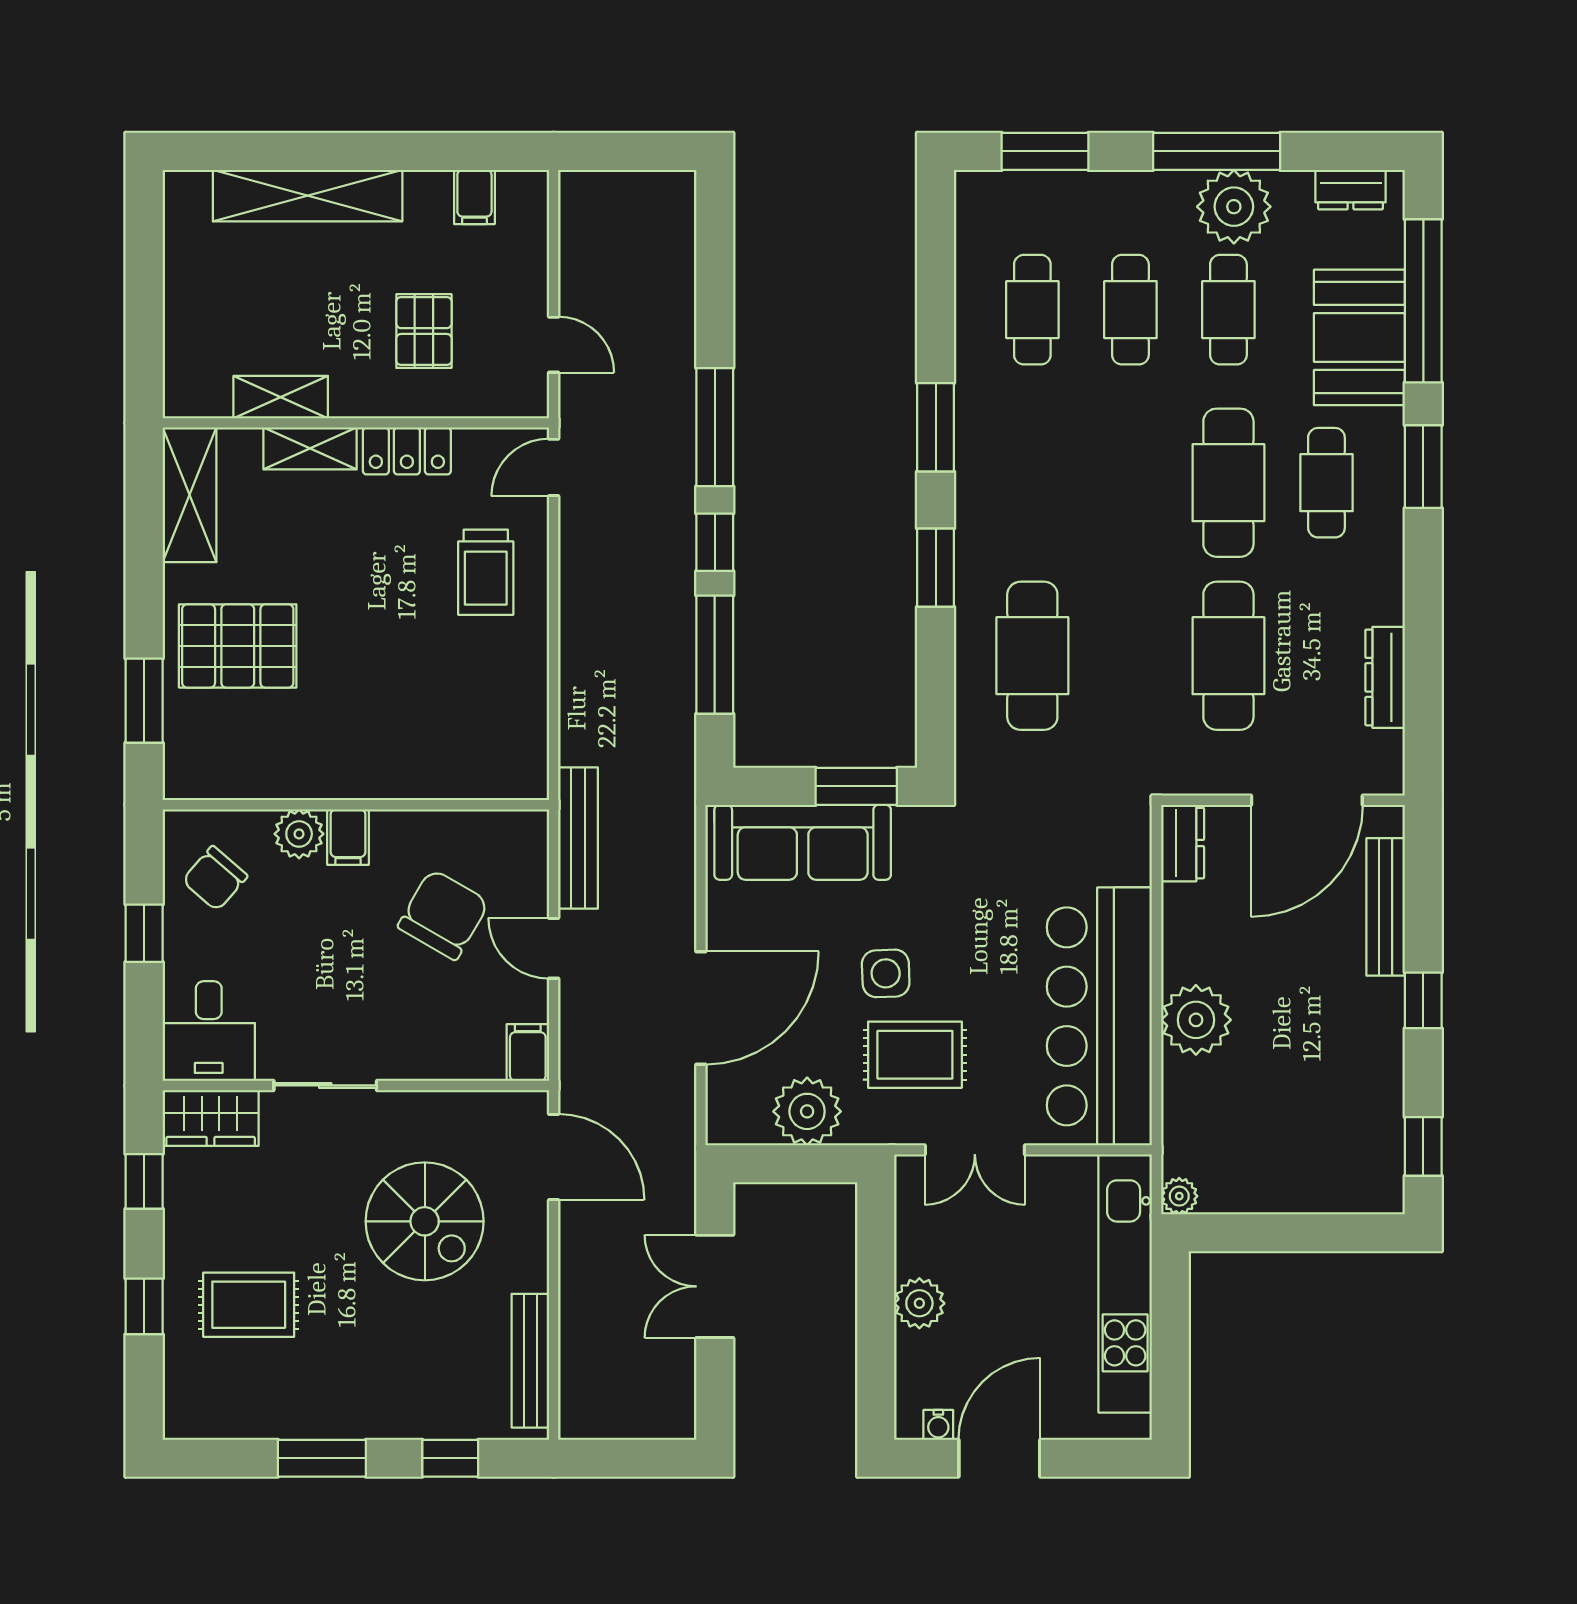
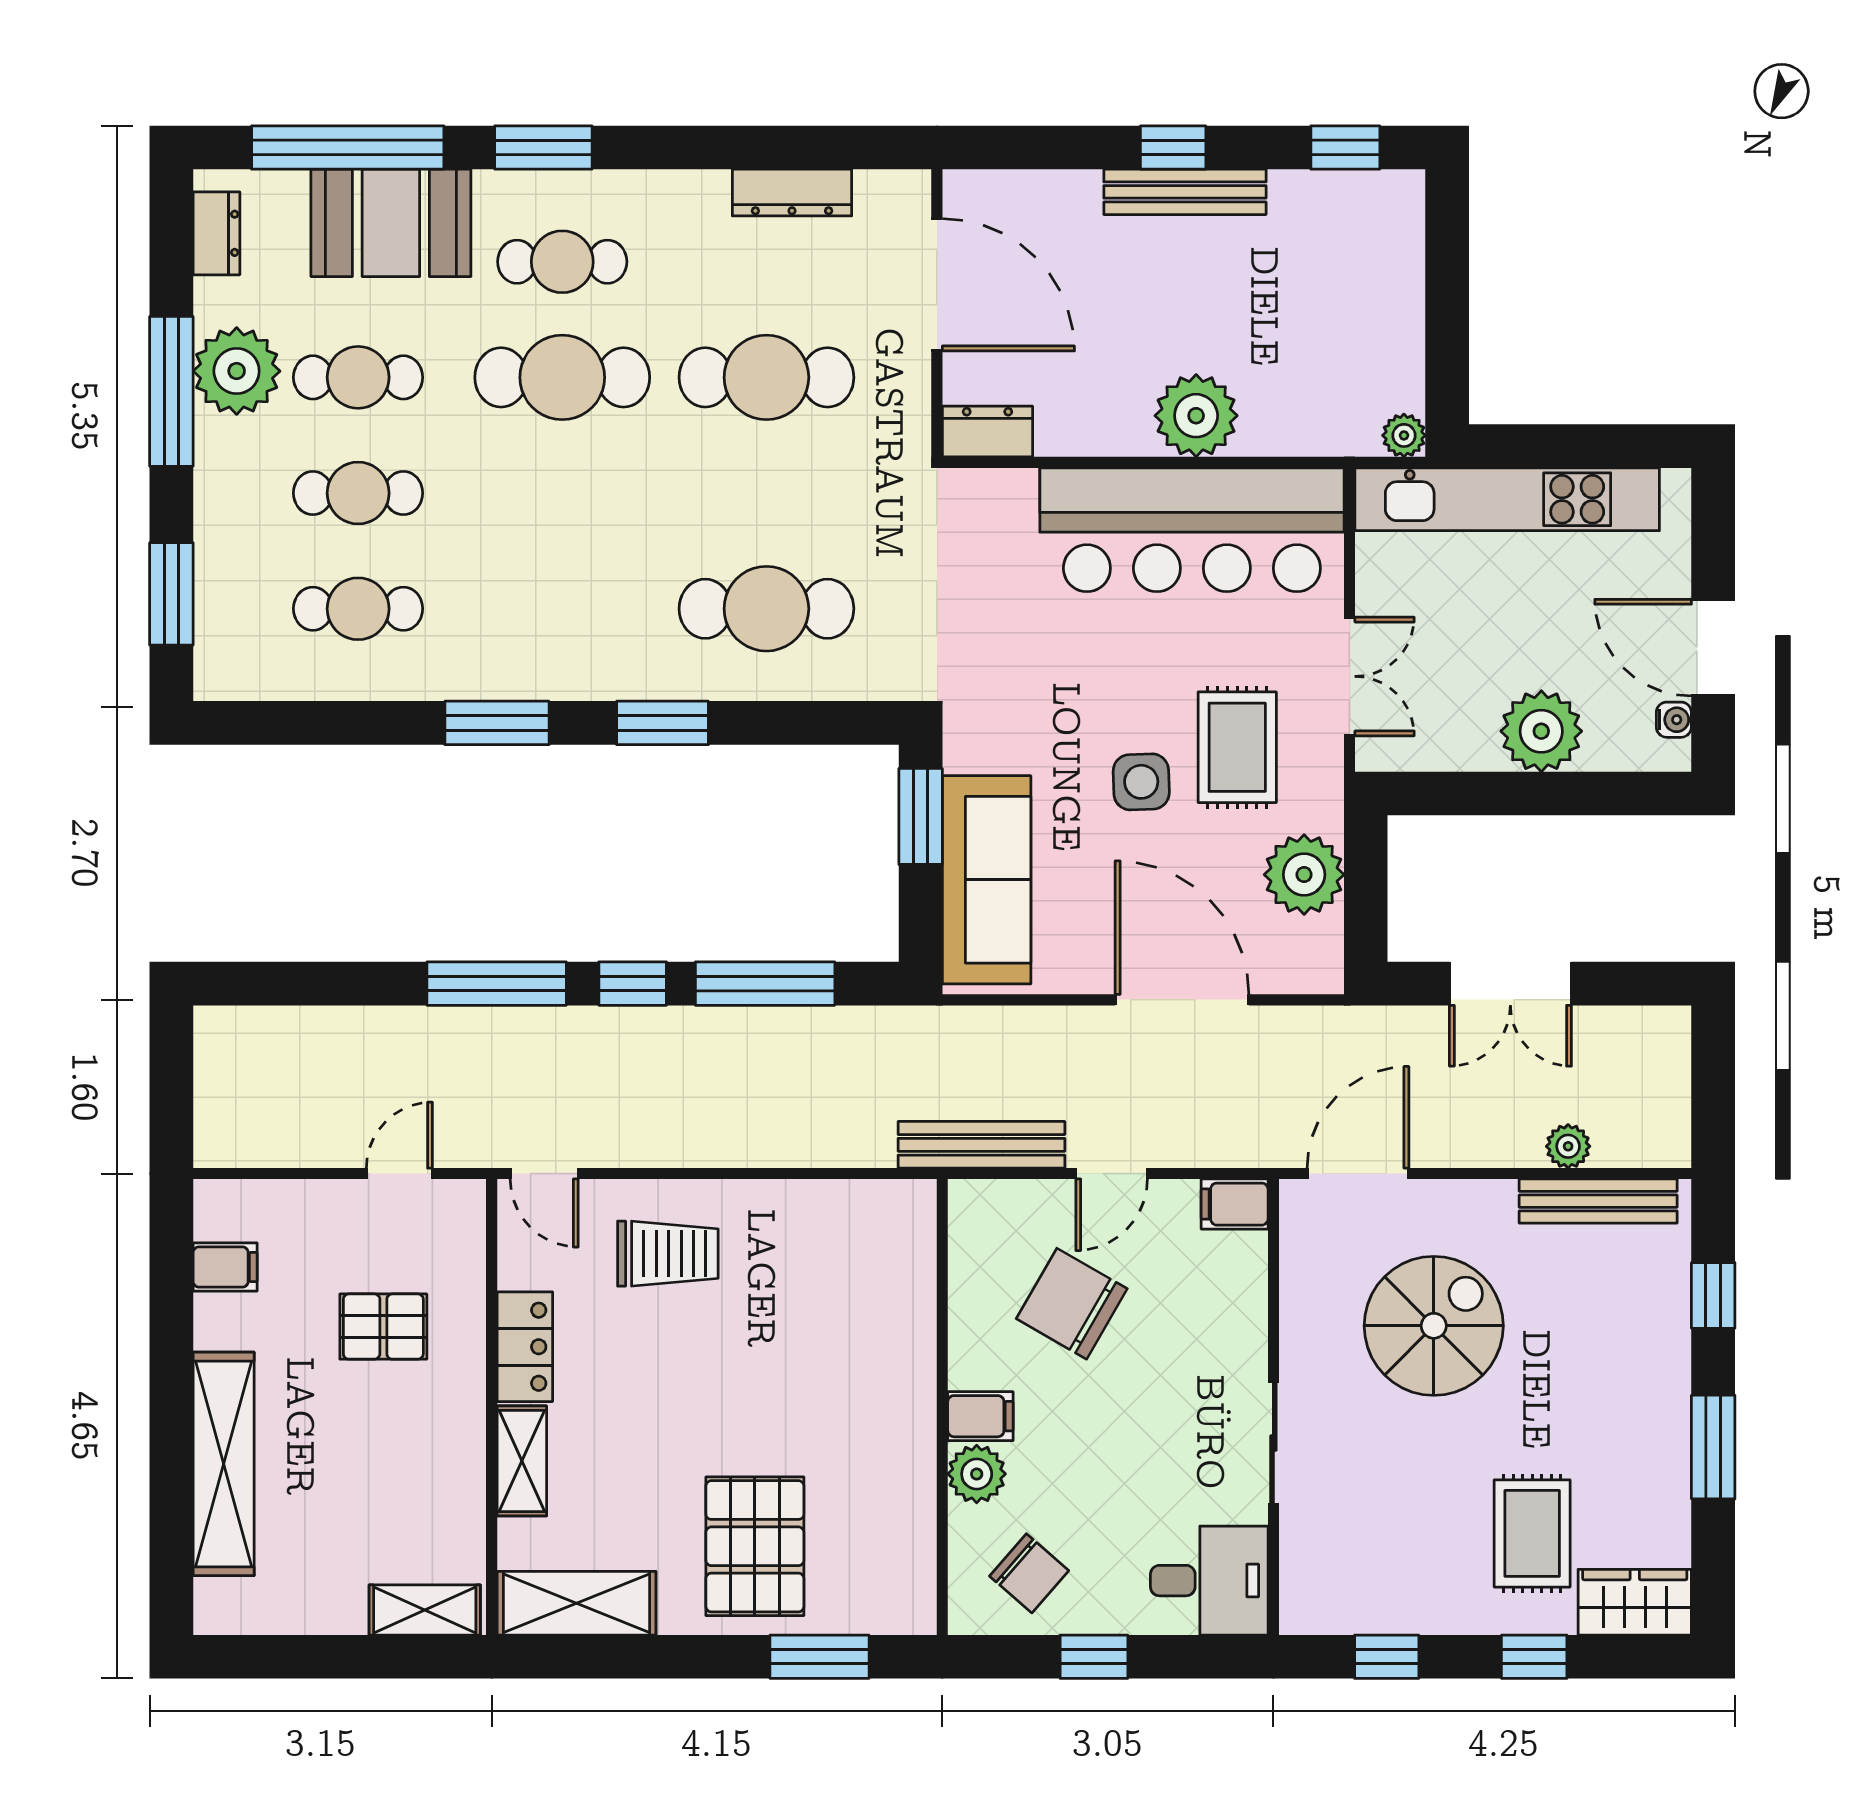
shelving: (281, 397) -> (425, 1610), moved, turned 90
bench: (1386, 907) -> (1185, 192), moved
wardrobe: (211, 1118) -> (1635, 1602), moved, turned -90
plant: (919, 1303) -> (1541, 731), width x1.36, depth x1.36
plant: (577, 1335) -> (1568, 1146), added

